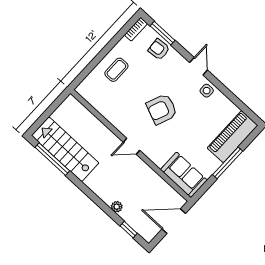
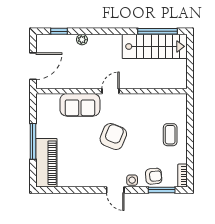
side table: (207, 91) -> (132, 180), moved
sofa: (184, 175) -> (80, 105), moved

